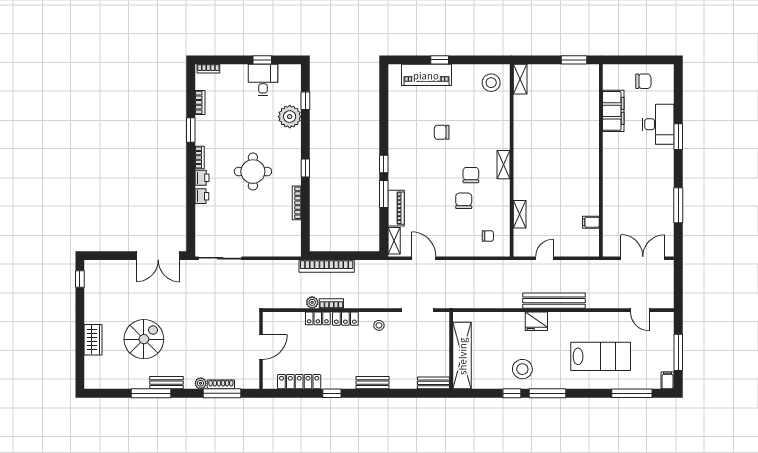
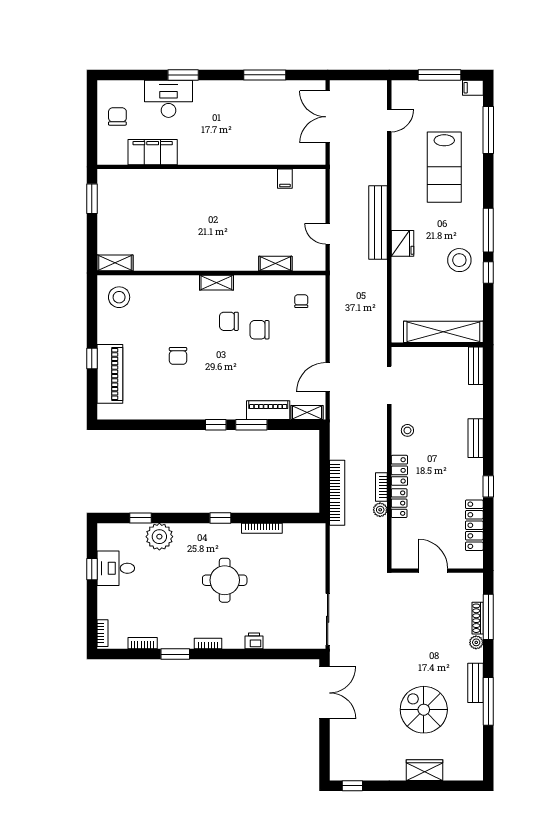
printer: (202, 178) -> (232, 641), removed
lab bench: (601, 356) -> (444, 167), turned 180

